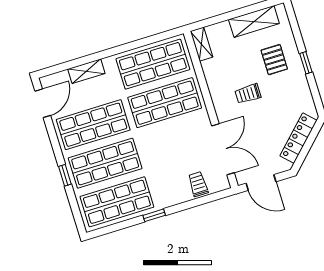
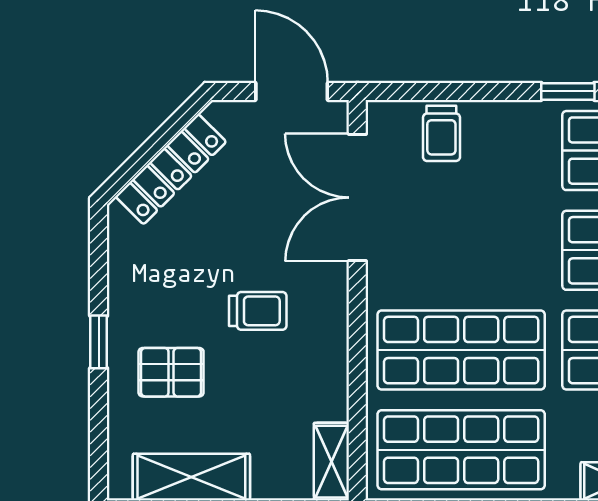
pallet: (274, 60) -> (171, 372), turned 90

